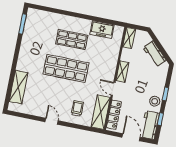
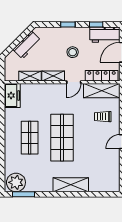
plant: (34, 19) -> (16, 182), added
freezer: (102, 30) -> (12, 96), moved
shelving: (129, 38) -> (30, 76), moved
shelving: (19, 87) -> (71, 185), moved
stool: (155, 101) -> (73, 52), moved

